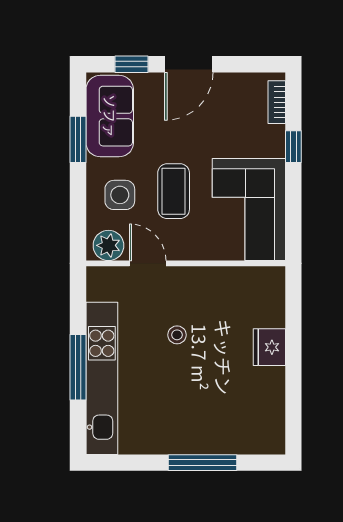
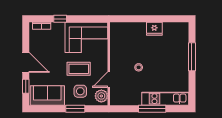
window: (78, 139) -> (75, 109), moved
fridge: (269, 347) -> (154, 29), moved
kitchen unit: (102, 378) -> (165, 99), width x0.73

